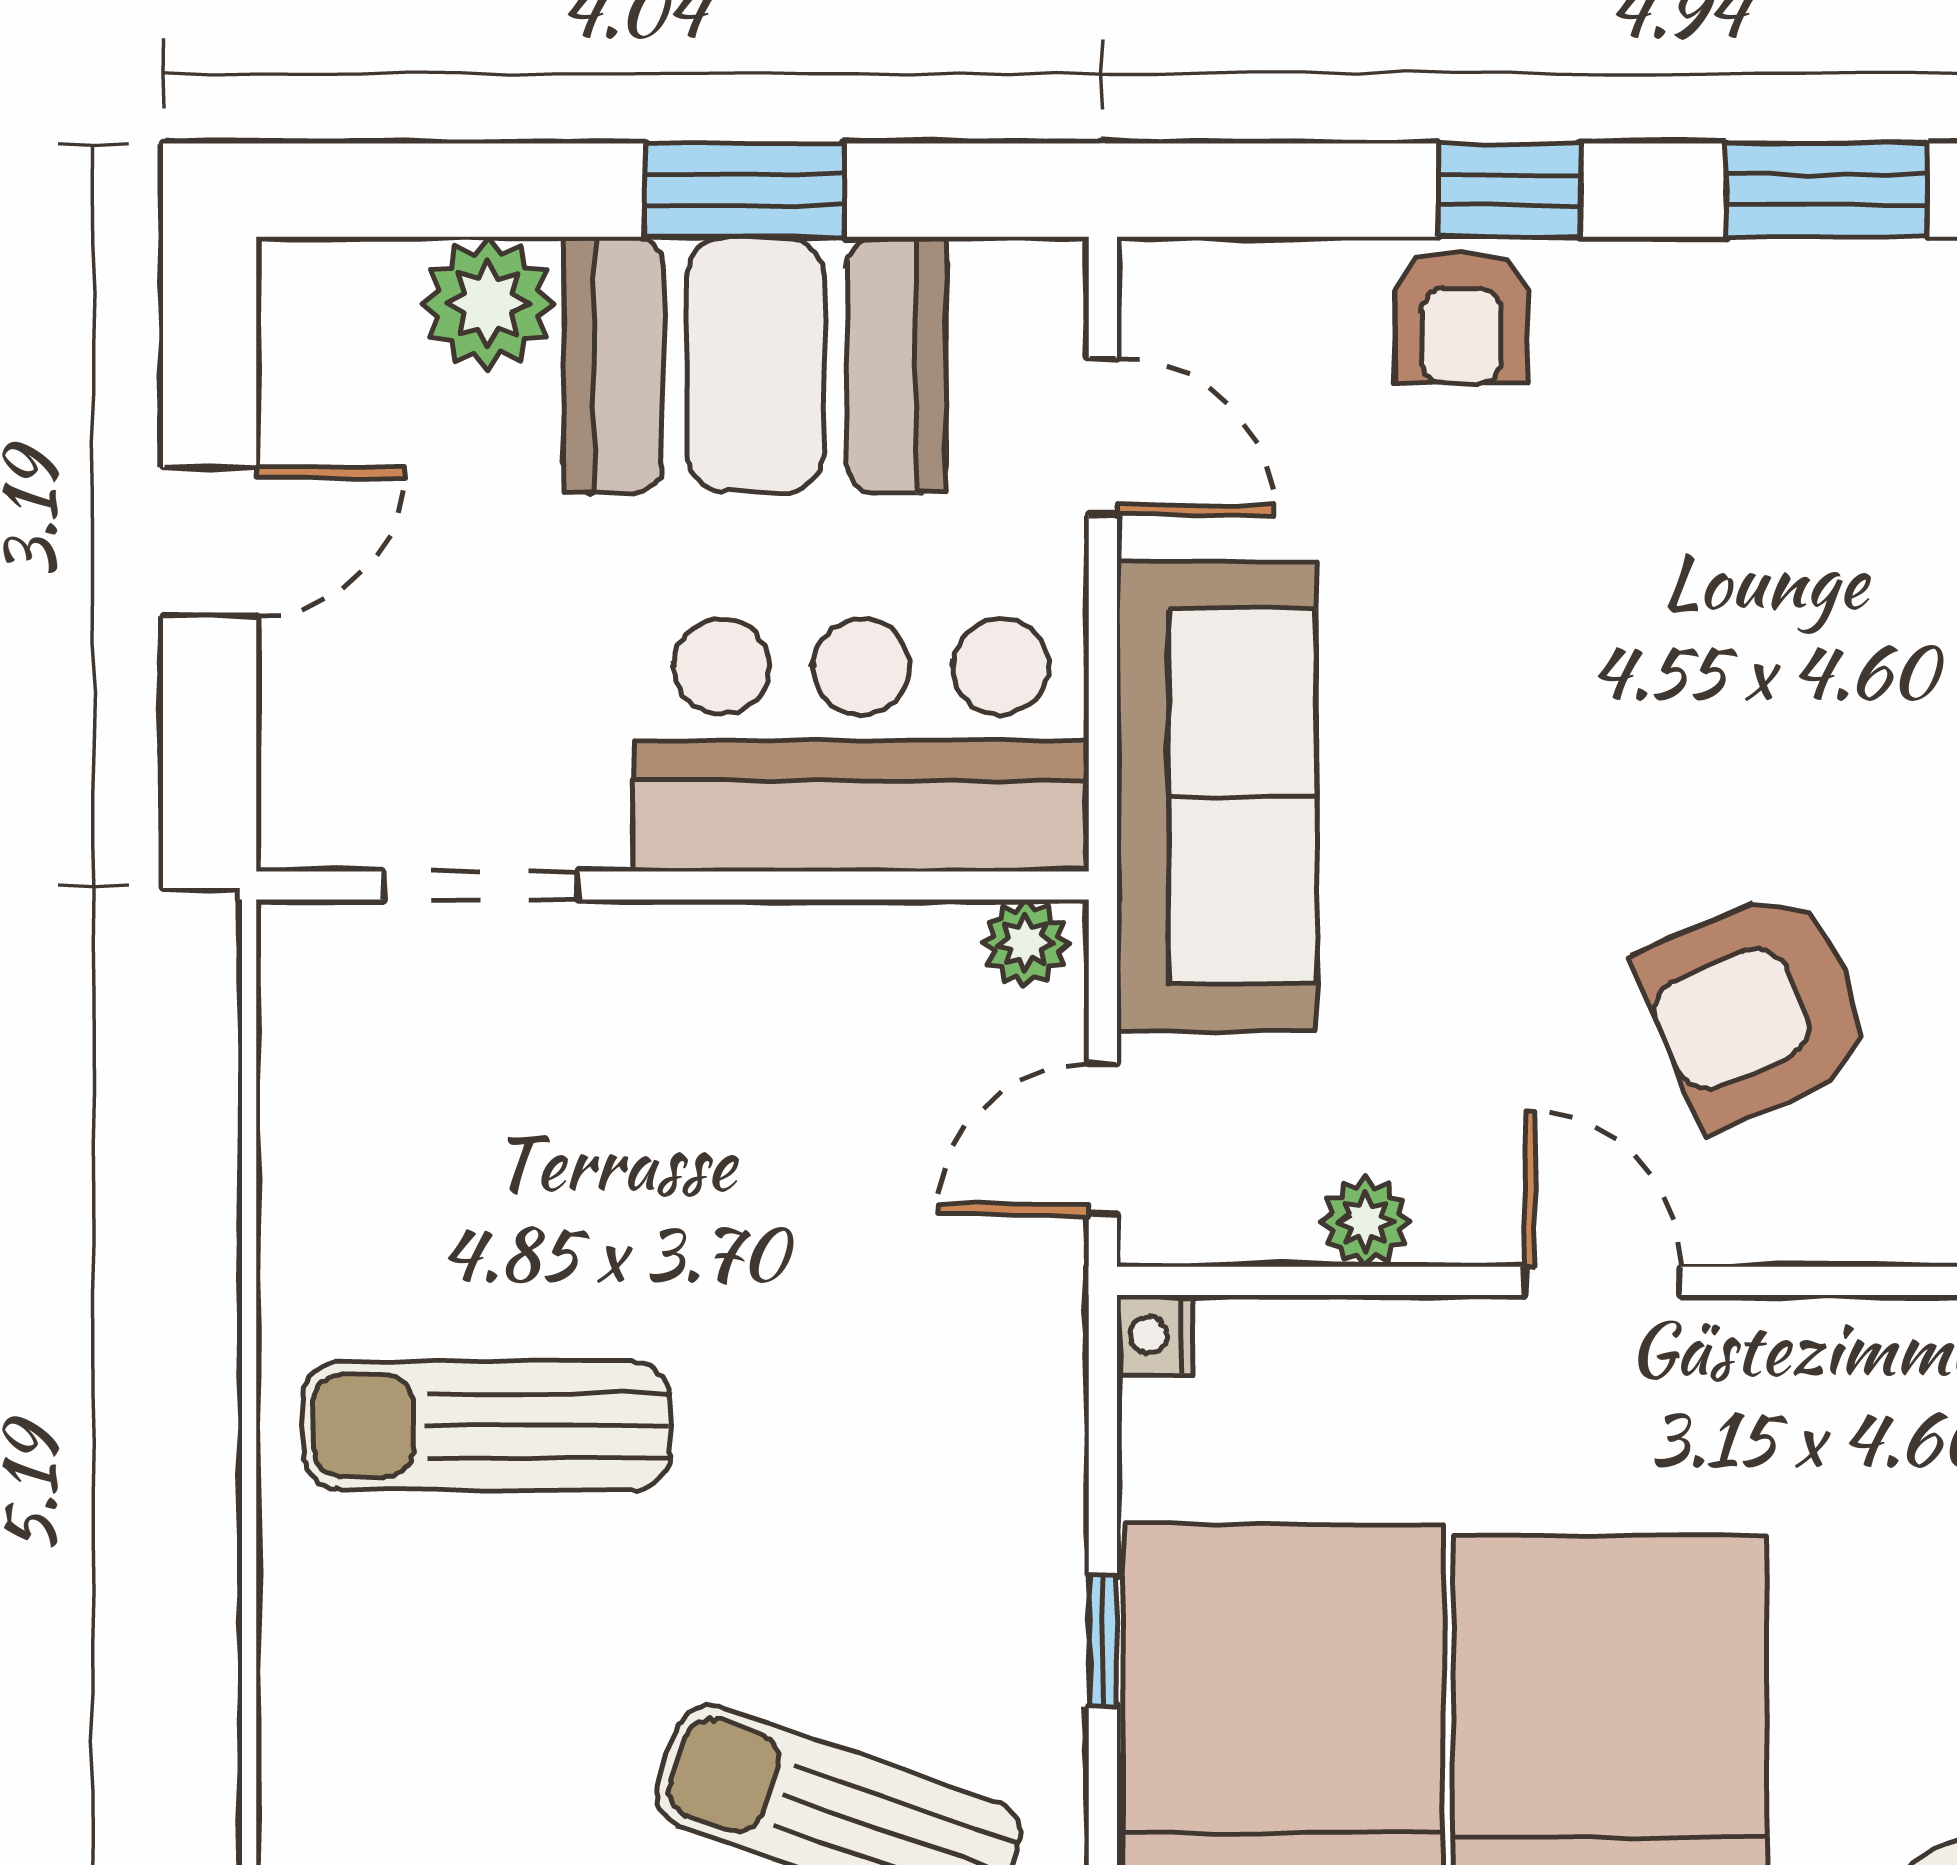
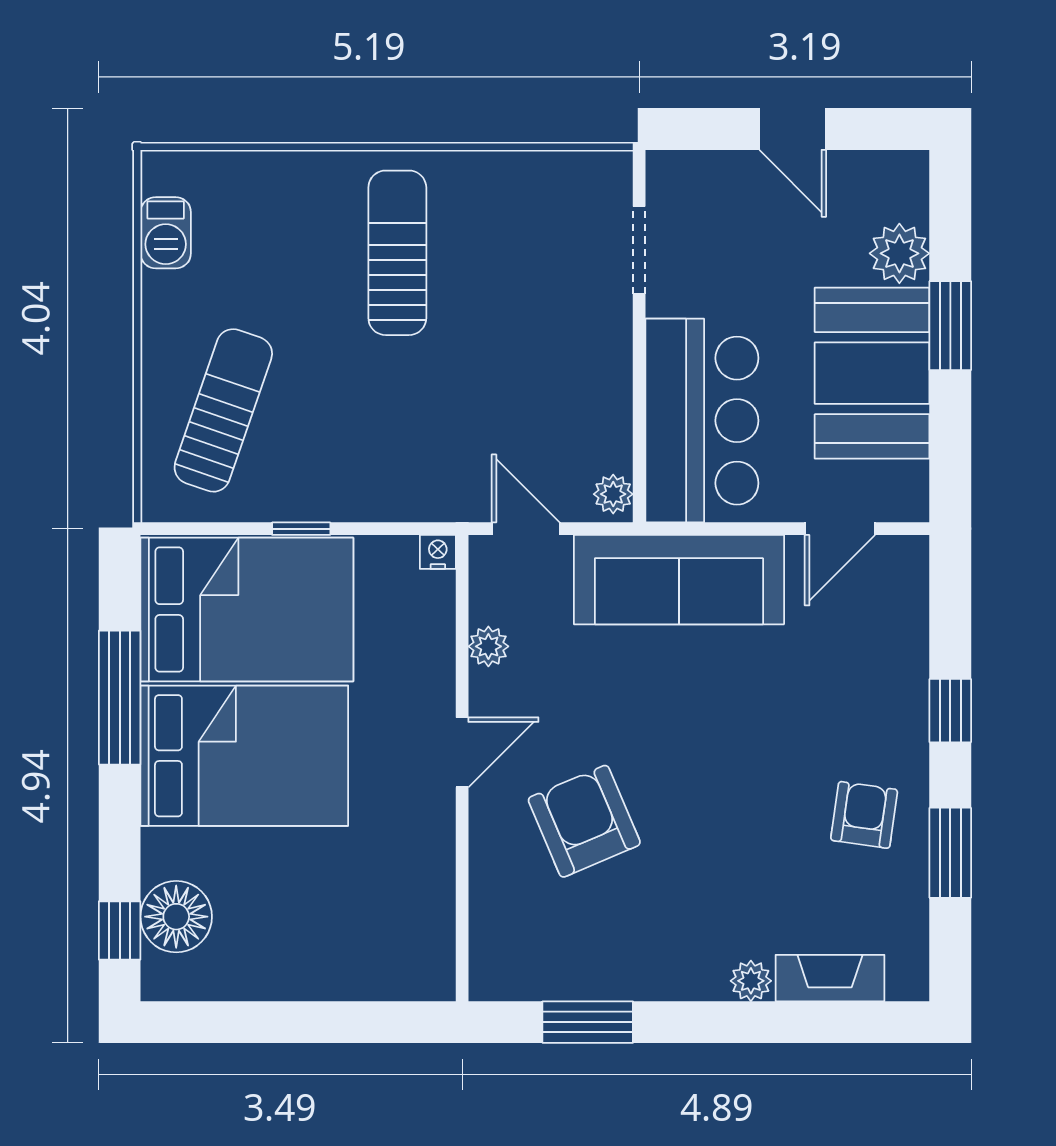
window: (745, 190) -> (950, 326), moved
armchair: (1461, 317) -> (864, 815), moved, turned 98

